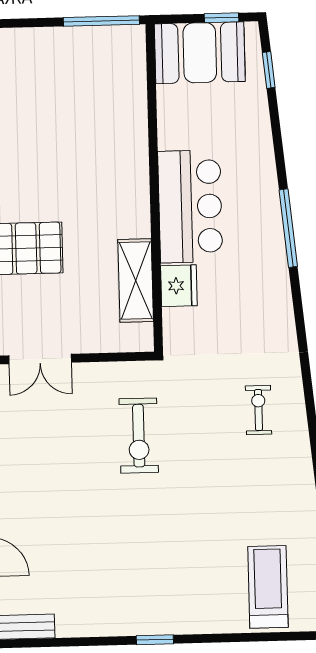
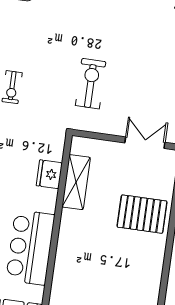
bar counter: (190, 206) -> (30, 247), moved

